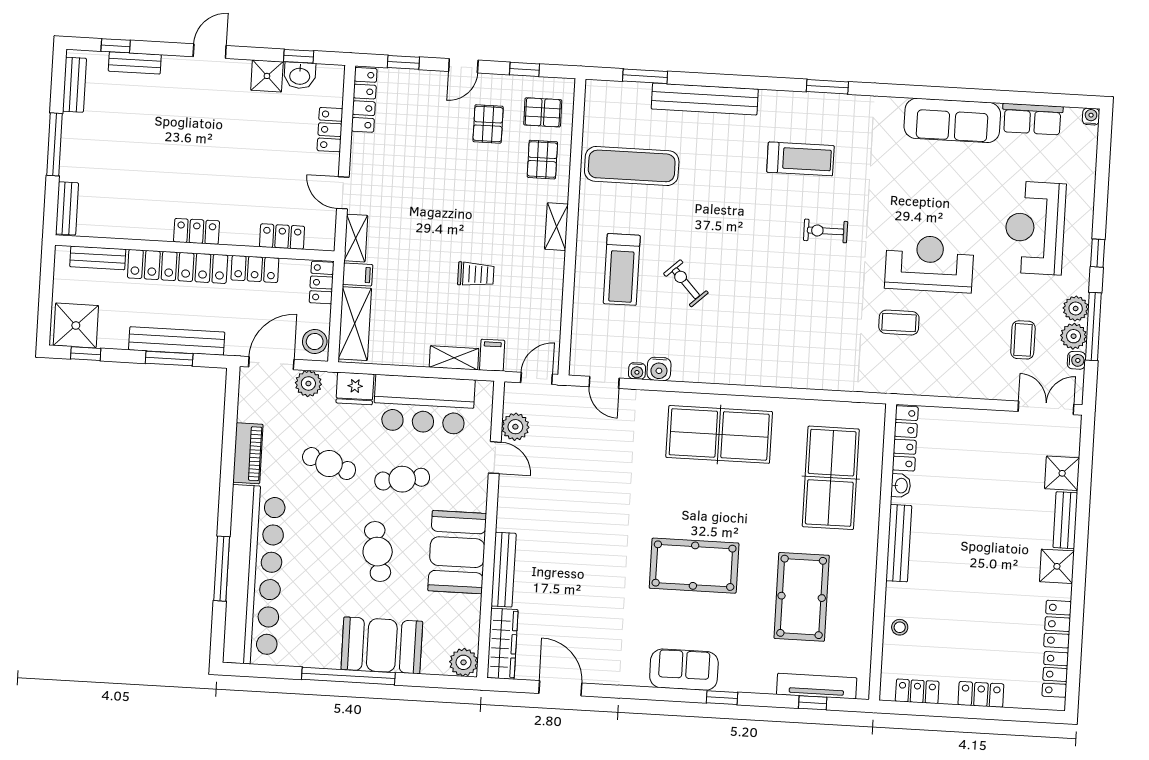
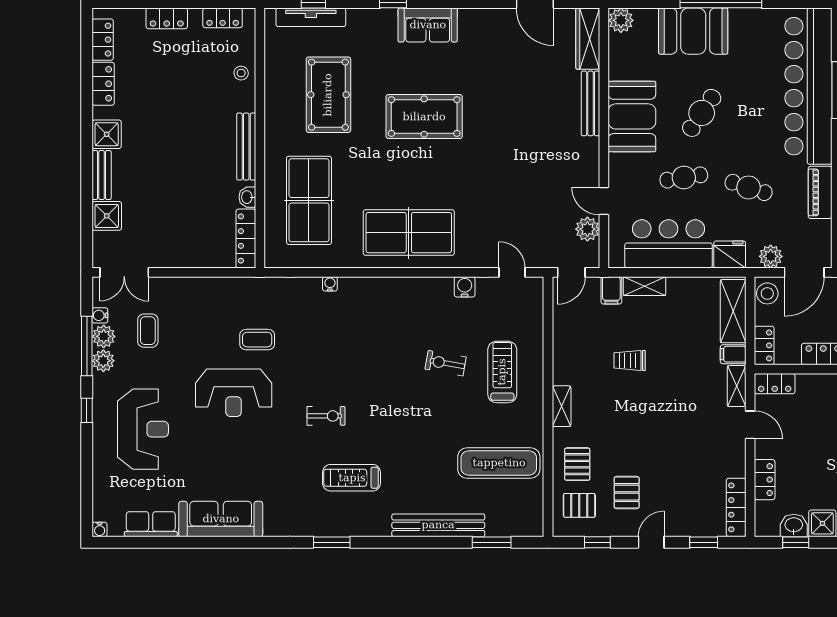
locker: (282, 237) -> (775, 384), moved
exercise bike: (686, 283) -> (446, 363), turned 143
water cooler: (637, 371) -> (330, 284), moved
cafe table: (378, 552) -> (702, 113), turned 45

